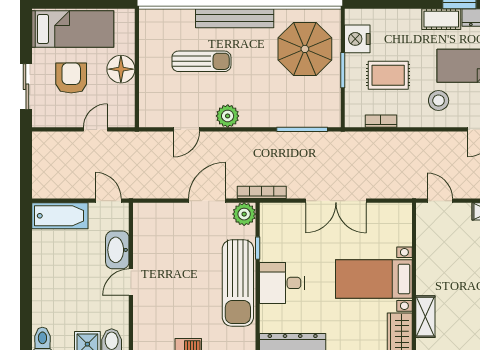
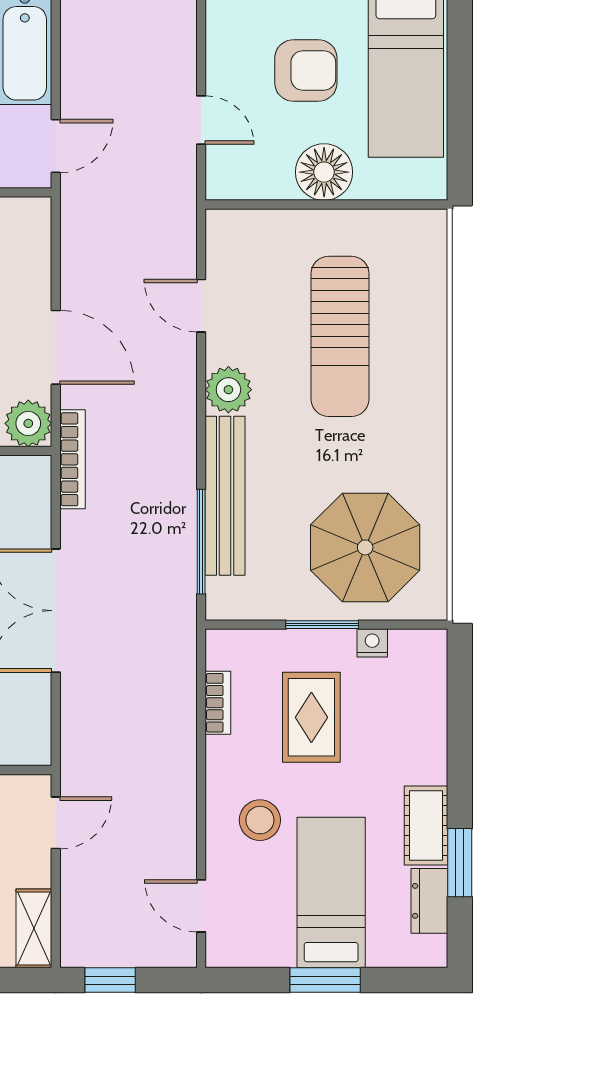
bench: (235, 18) -> (225, 496), moved
nightstand: (357, 39) -> (372, 643), width x0.53, depth x0.56
sun lounger: (201, 61) -> (340, 336), width x1.36, depth x1.34

